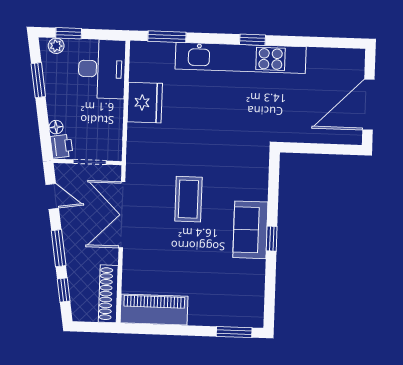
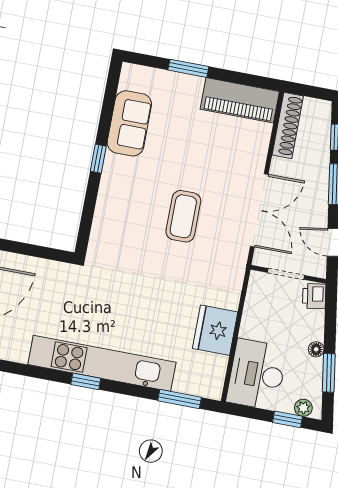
floor lamp: (56, 127) -> (316, 349), moved
sofa: (250, 230) -> (129, 123), moved
window: (234, 332) -> (188, 68), moved

